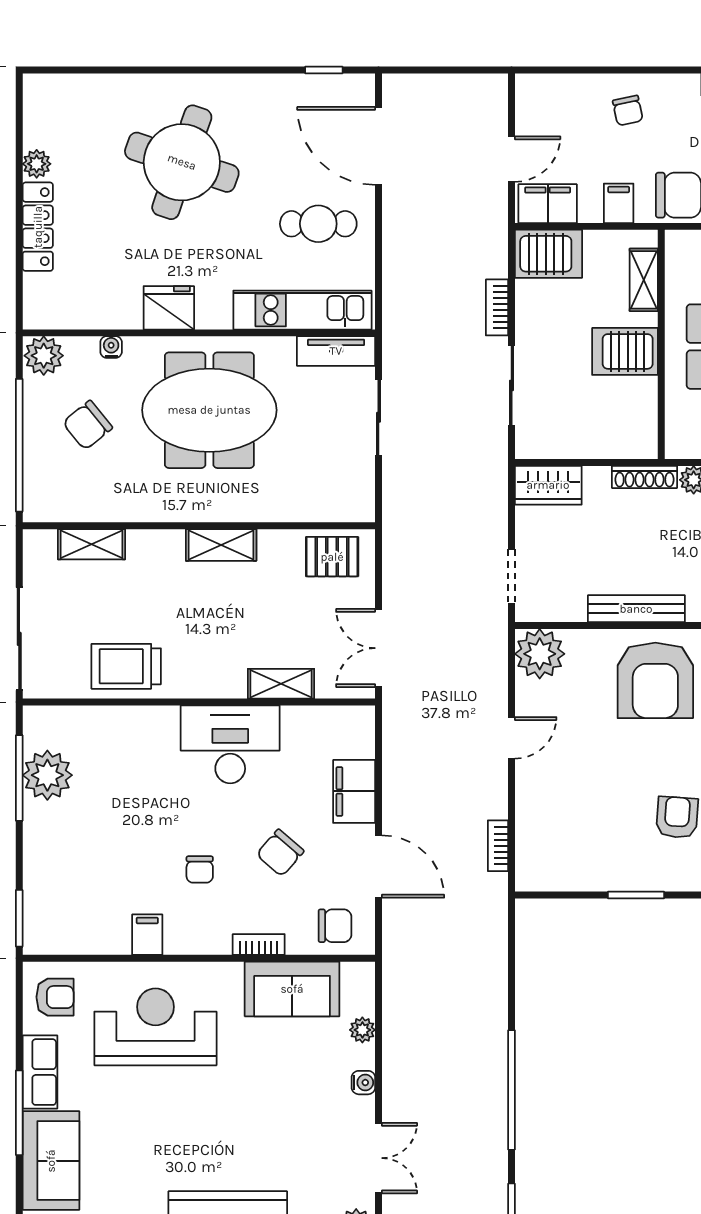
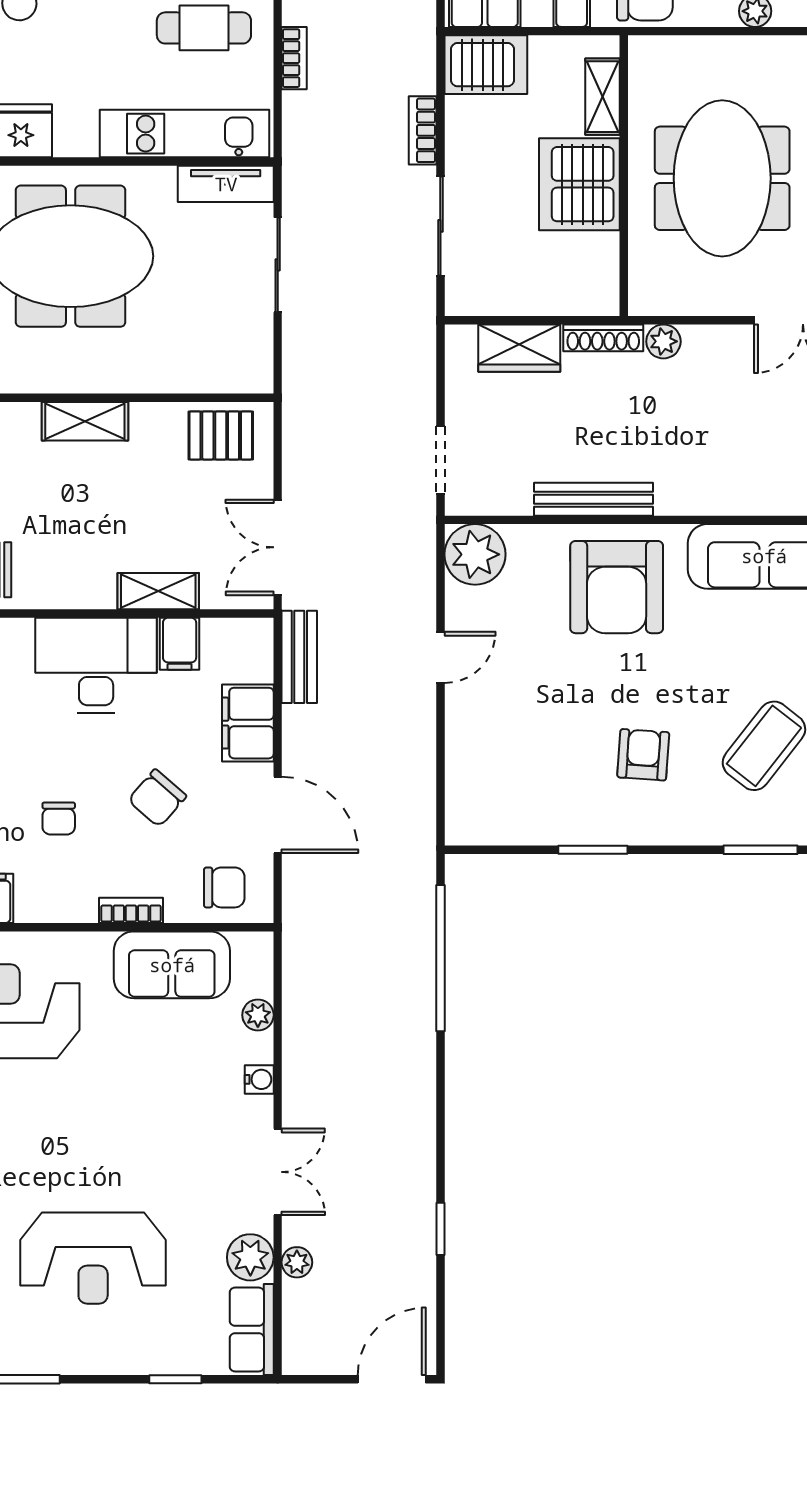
server rack: (625, 351) -> (579, 184), width x1.60
wardrobe: (548, 485) -> (519, 348), moved
filing cabinet: (298, 727) -> (180, 644), added
bench: (396, 738) -> (299, 657), added
bookcase: (498, 846) -> (294, 58), moved, turned 180
window: (512, 1090) -> (440, 958), moved

